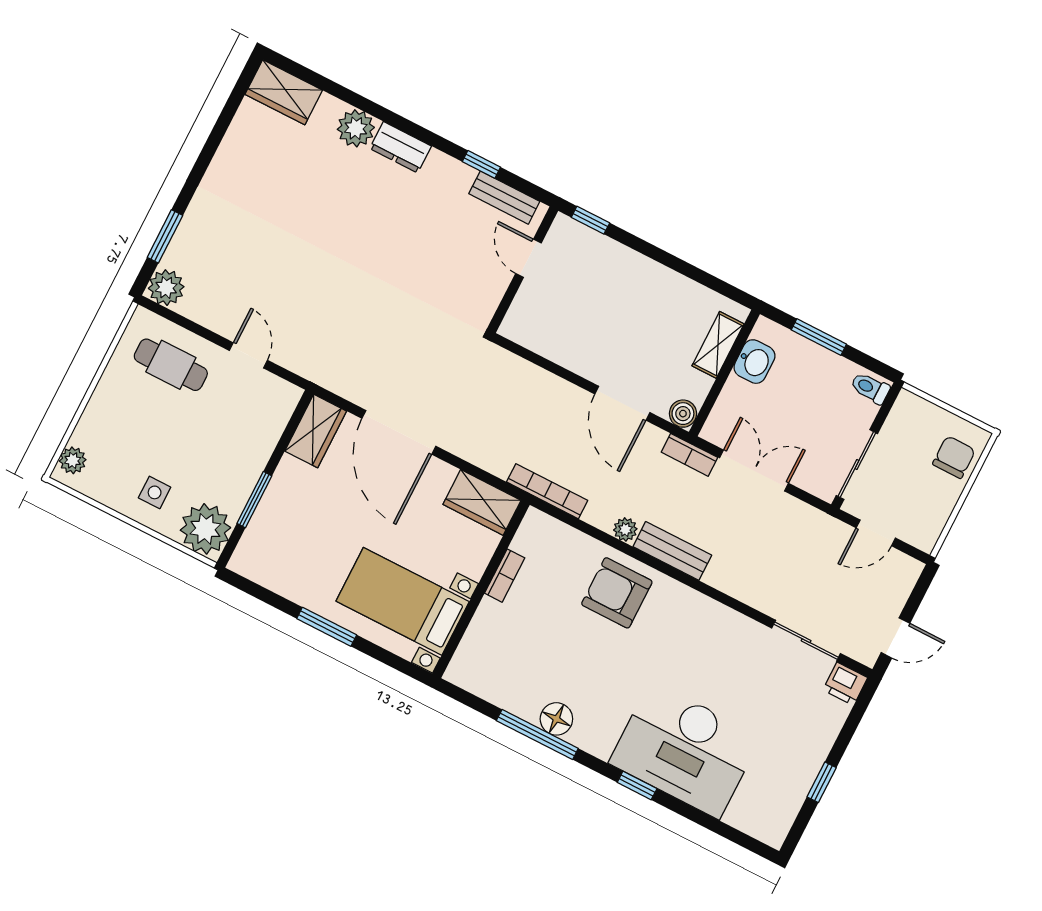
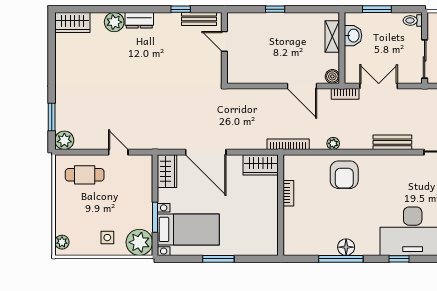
window: (590, 220) -> (275, 9), moved
bench: (672, 551) -> (392, 142), moved
armchair: (617, 593) -> (344, 175), turned -90
bed with nightstands: (403, 601) -> (188, 229), moved, turned 180

